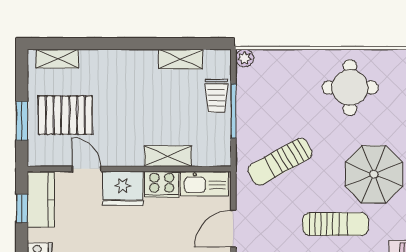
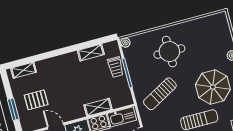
round table: (350, 87) -> (169, 52), moved
pallet: (65, 115) -> (36, 100), width x0.67, depth x0.71

